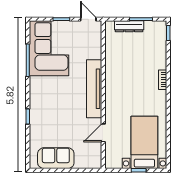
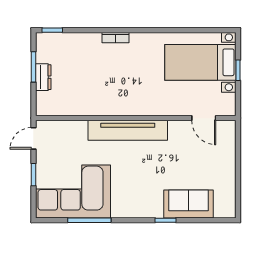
dresser: (129, 26) -> (43, 77), width x0.70
door: (103, 133) -> (204, 118), moved
sofa: (56, 158) -> (188, 204), moved, turned 90

